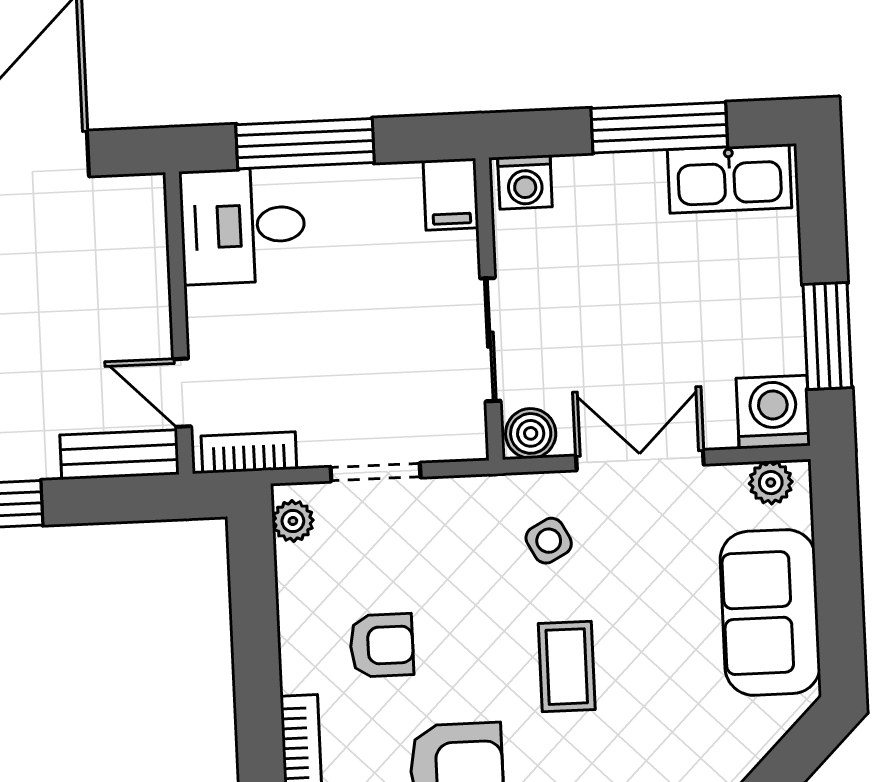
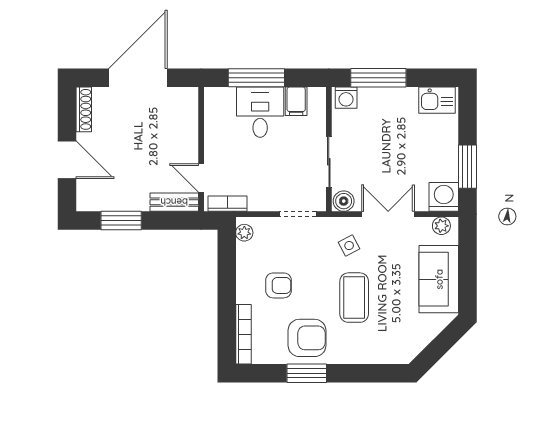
window: (659, 128) -> (378, 78), moved
kitchen sink: (729, 179) -> (437, 100), width x0.73
filing cabinet: (451, 194) -> (296, 101), moved
desk: (243, 226) -> (260, 112), moved, turned 90
doorway: (376, 472) -> (298, 214), moved
coffee table: (567, 667) -> (354, 298), width x1.36, depth x1.30

